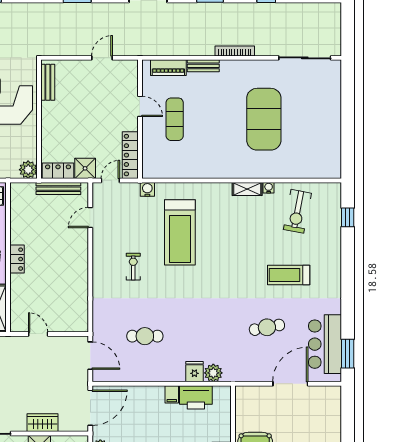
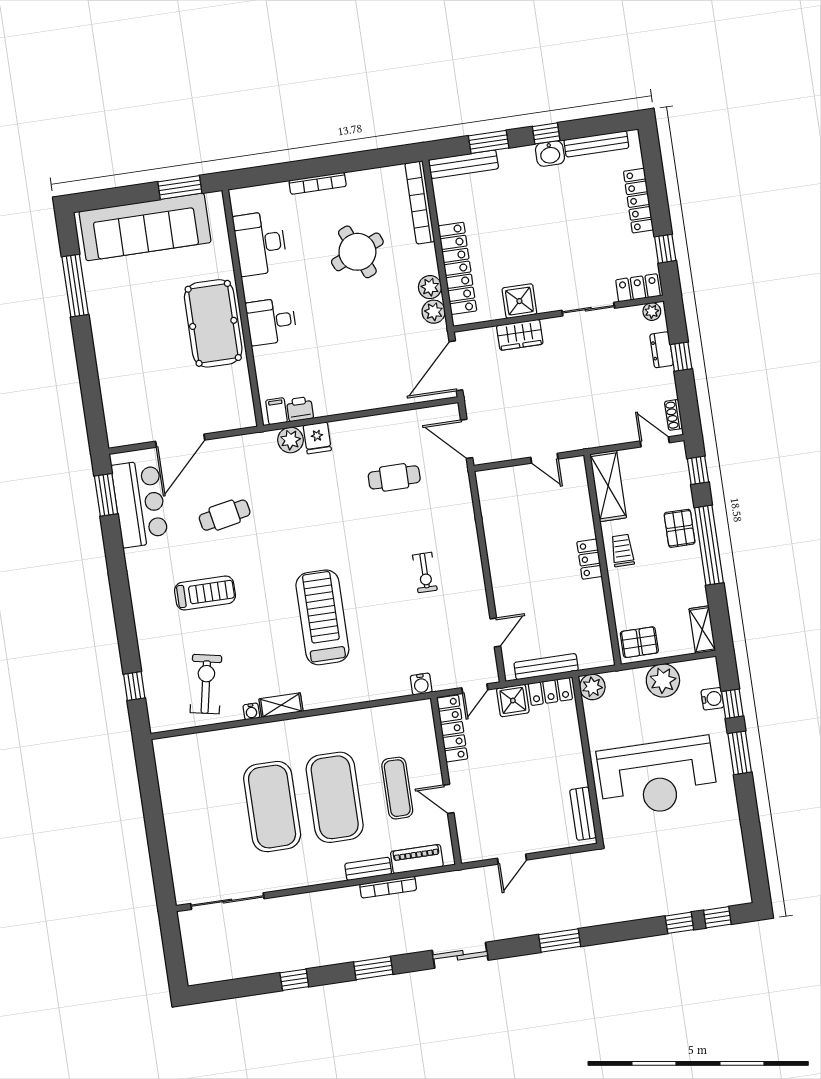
bookcase: (235, 51) -> (388, 887), moved
exercise mat: (219, 119) -> (335, 797), added
treadmill: (180, 232) -> (322, 617), moved
filing cabinet: (172, 394) -> (277, 411), moved
printer: (196, 397) -> (300, 409), width x0.53, depth x0.68

